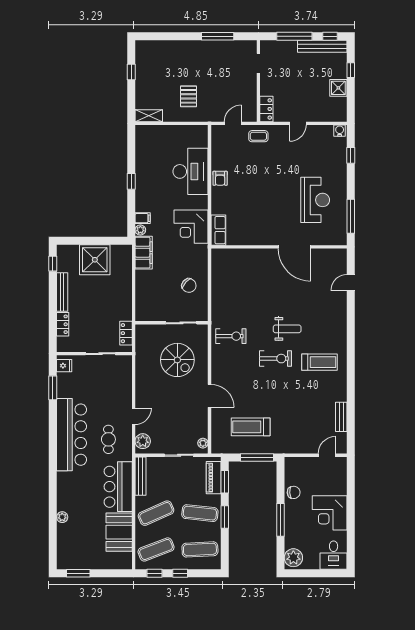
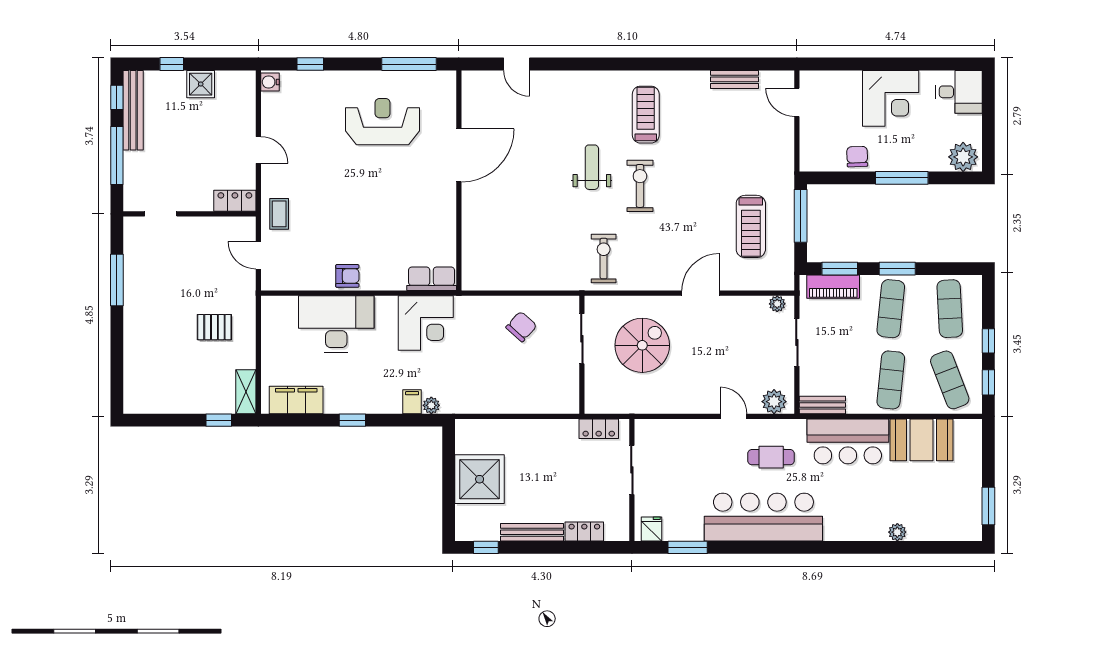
window: (131, 72) -> (219, 420), moved
filing cabinet: (144, 253) -> (296, 400), moved
bench: (141, 476) -> (822, 405), width x0.73
exercise mat: (156, 513) -> (891, 380), turned 30

